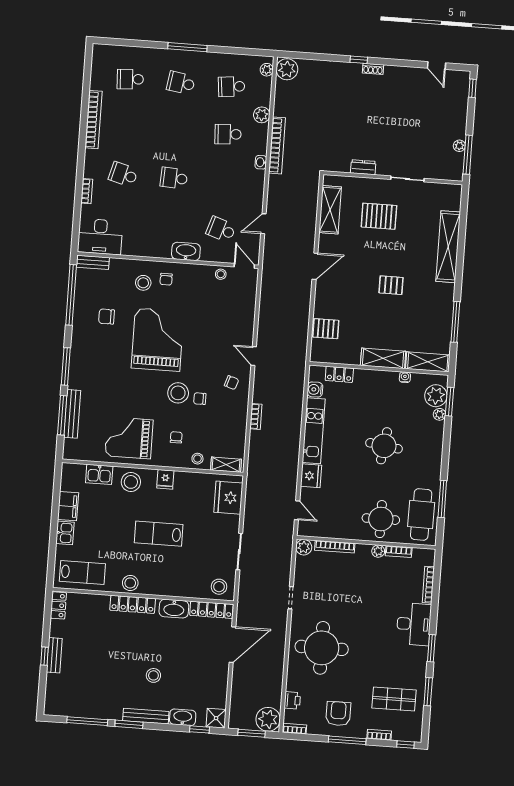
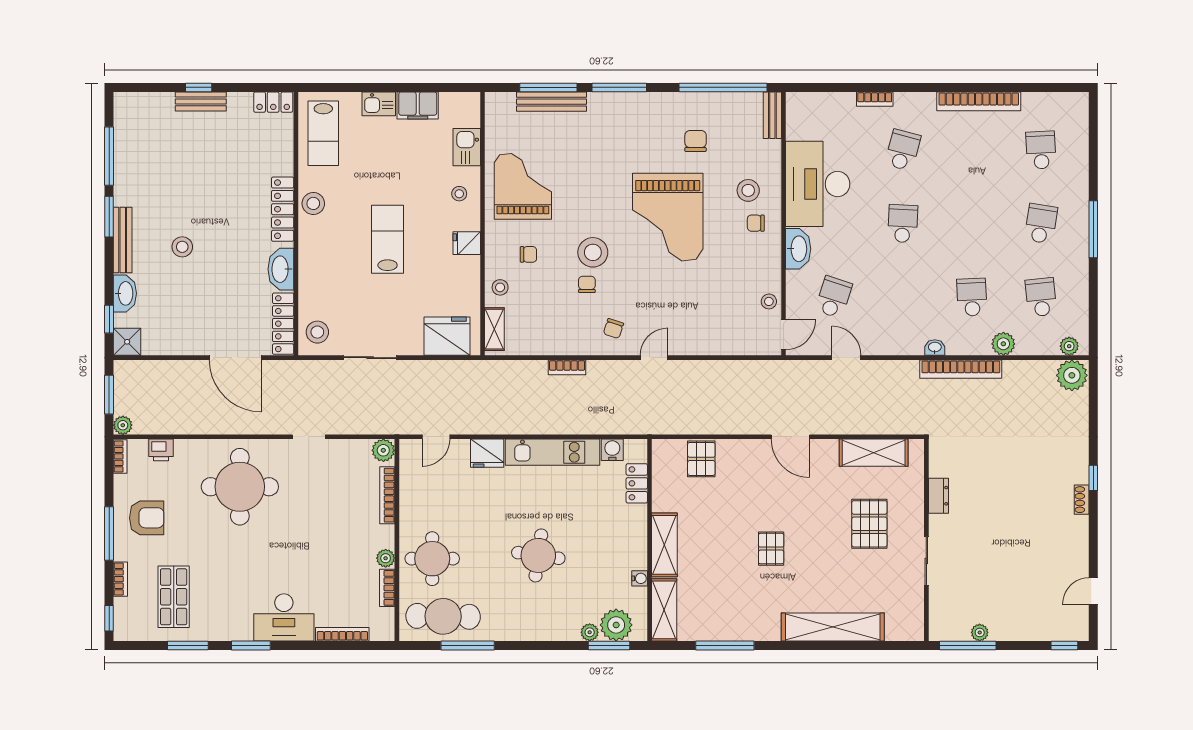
desk: (100, 237) -> (818, 184), moved, width x1.36, depth x1.30
grand piano: (158, 340) -> (668, 217), turned 90
stool: (131, 482) -> (459, 194), width x0.53, depth x0.53
plant: (268, 719) -> (123, 425), width x0.53, depth x0.53

